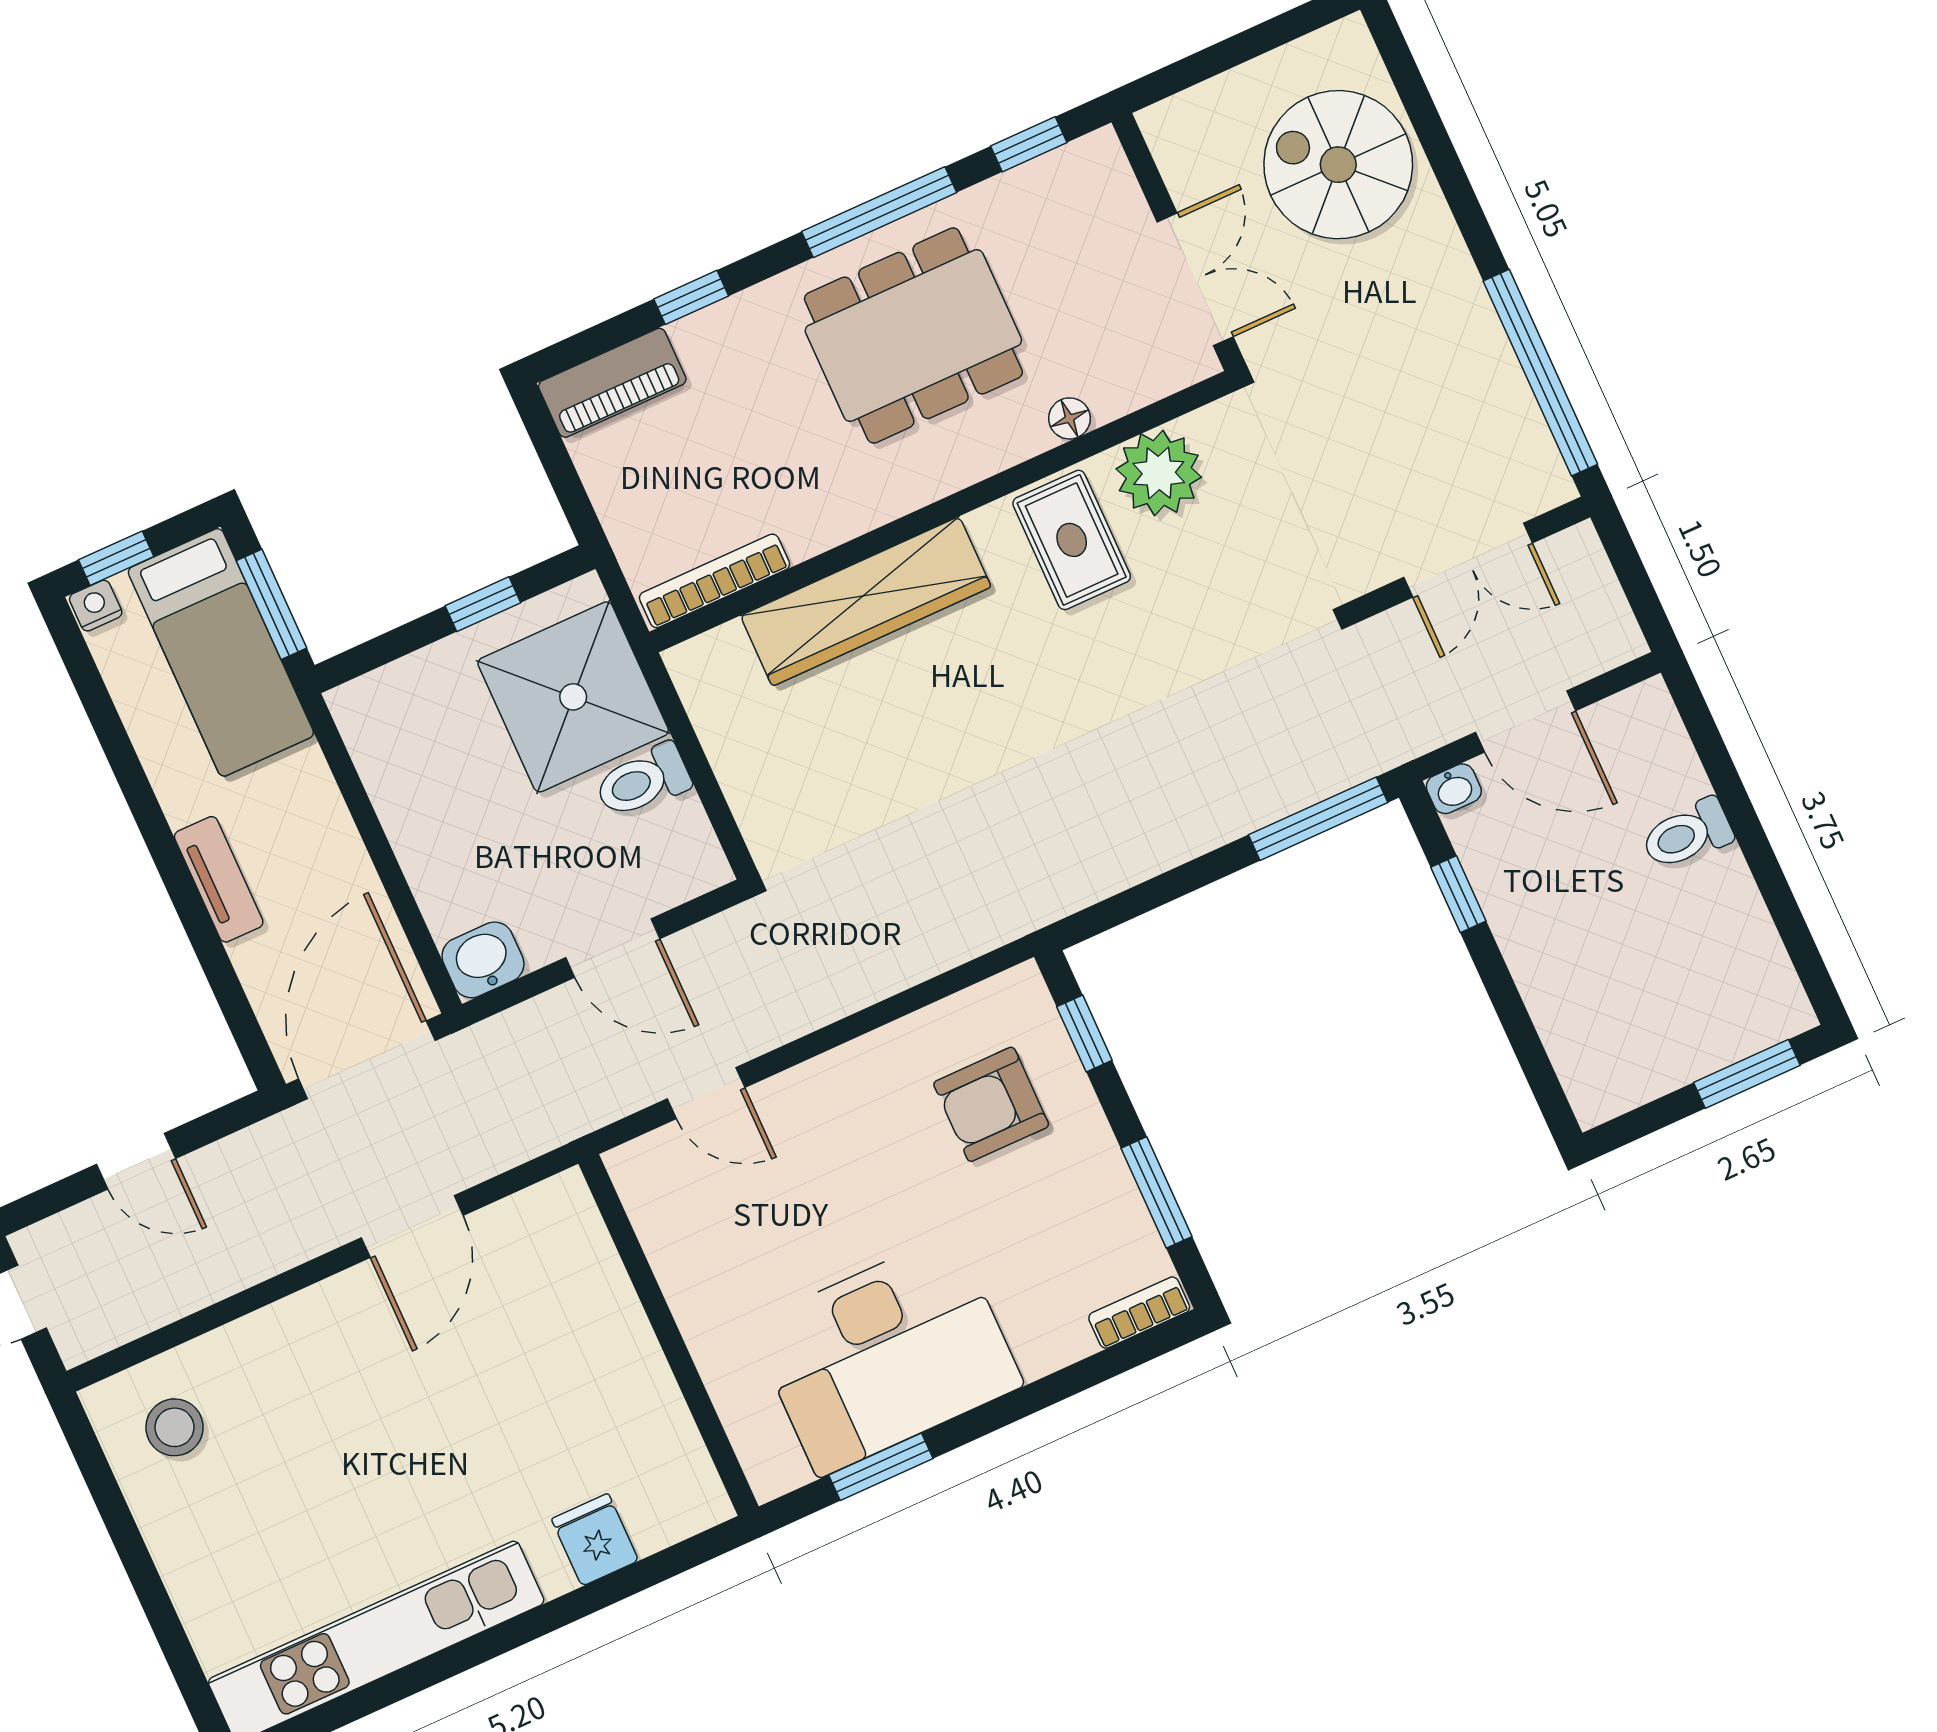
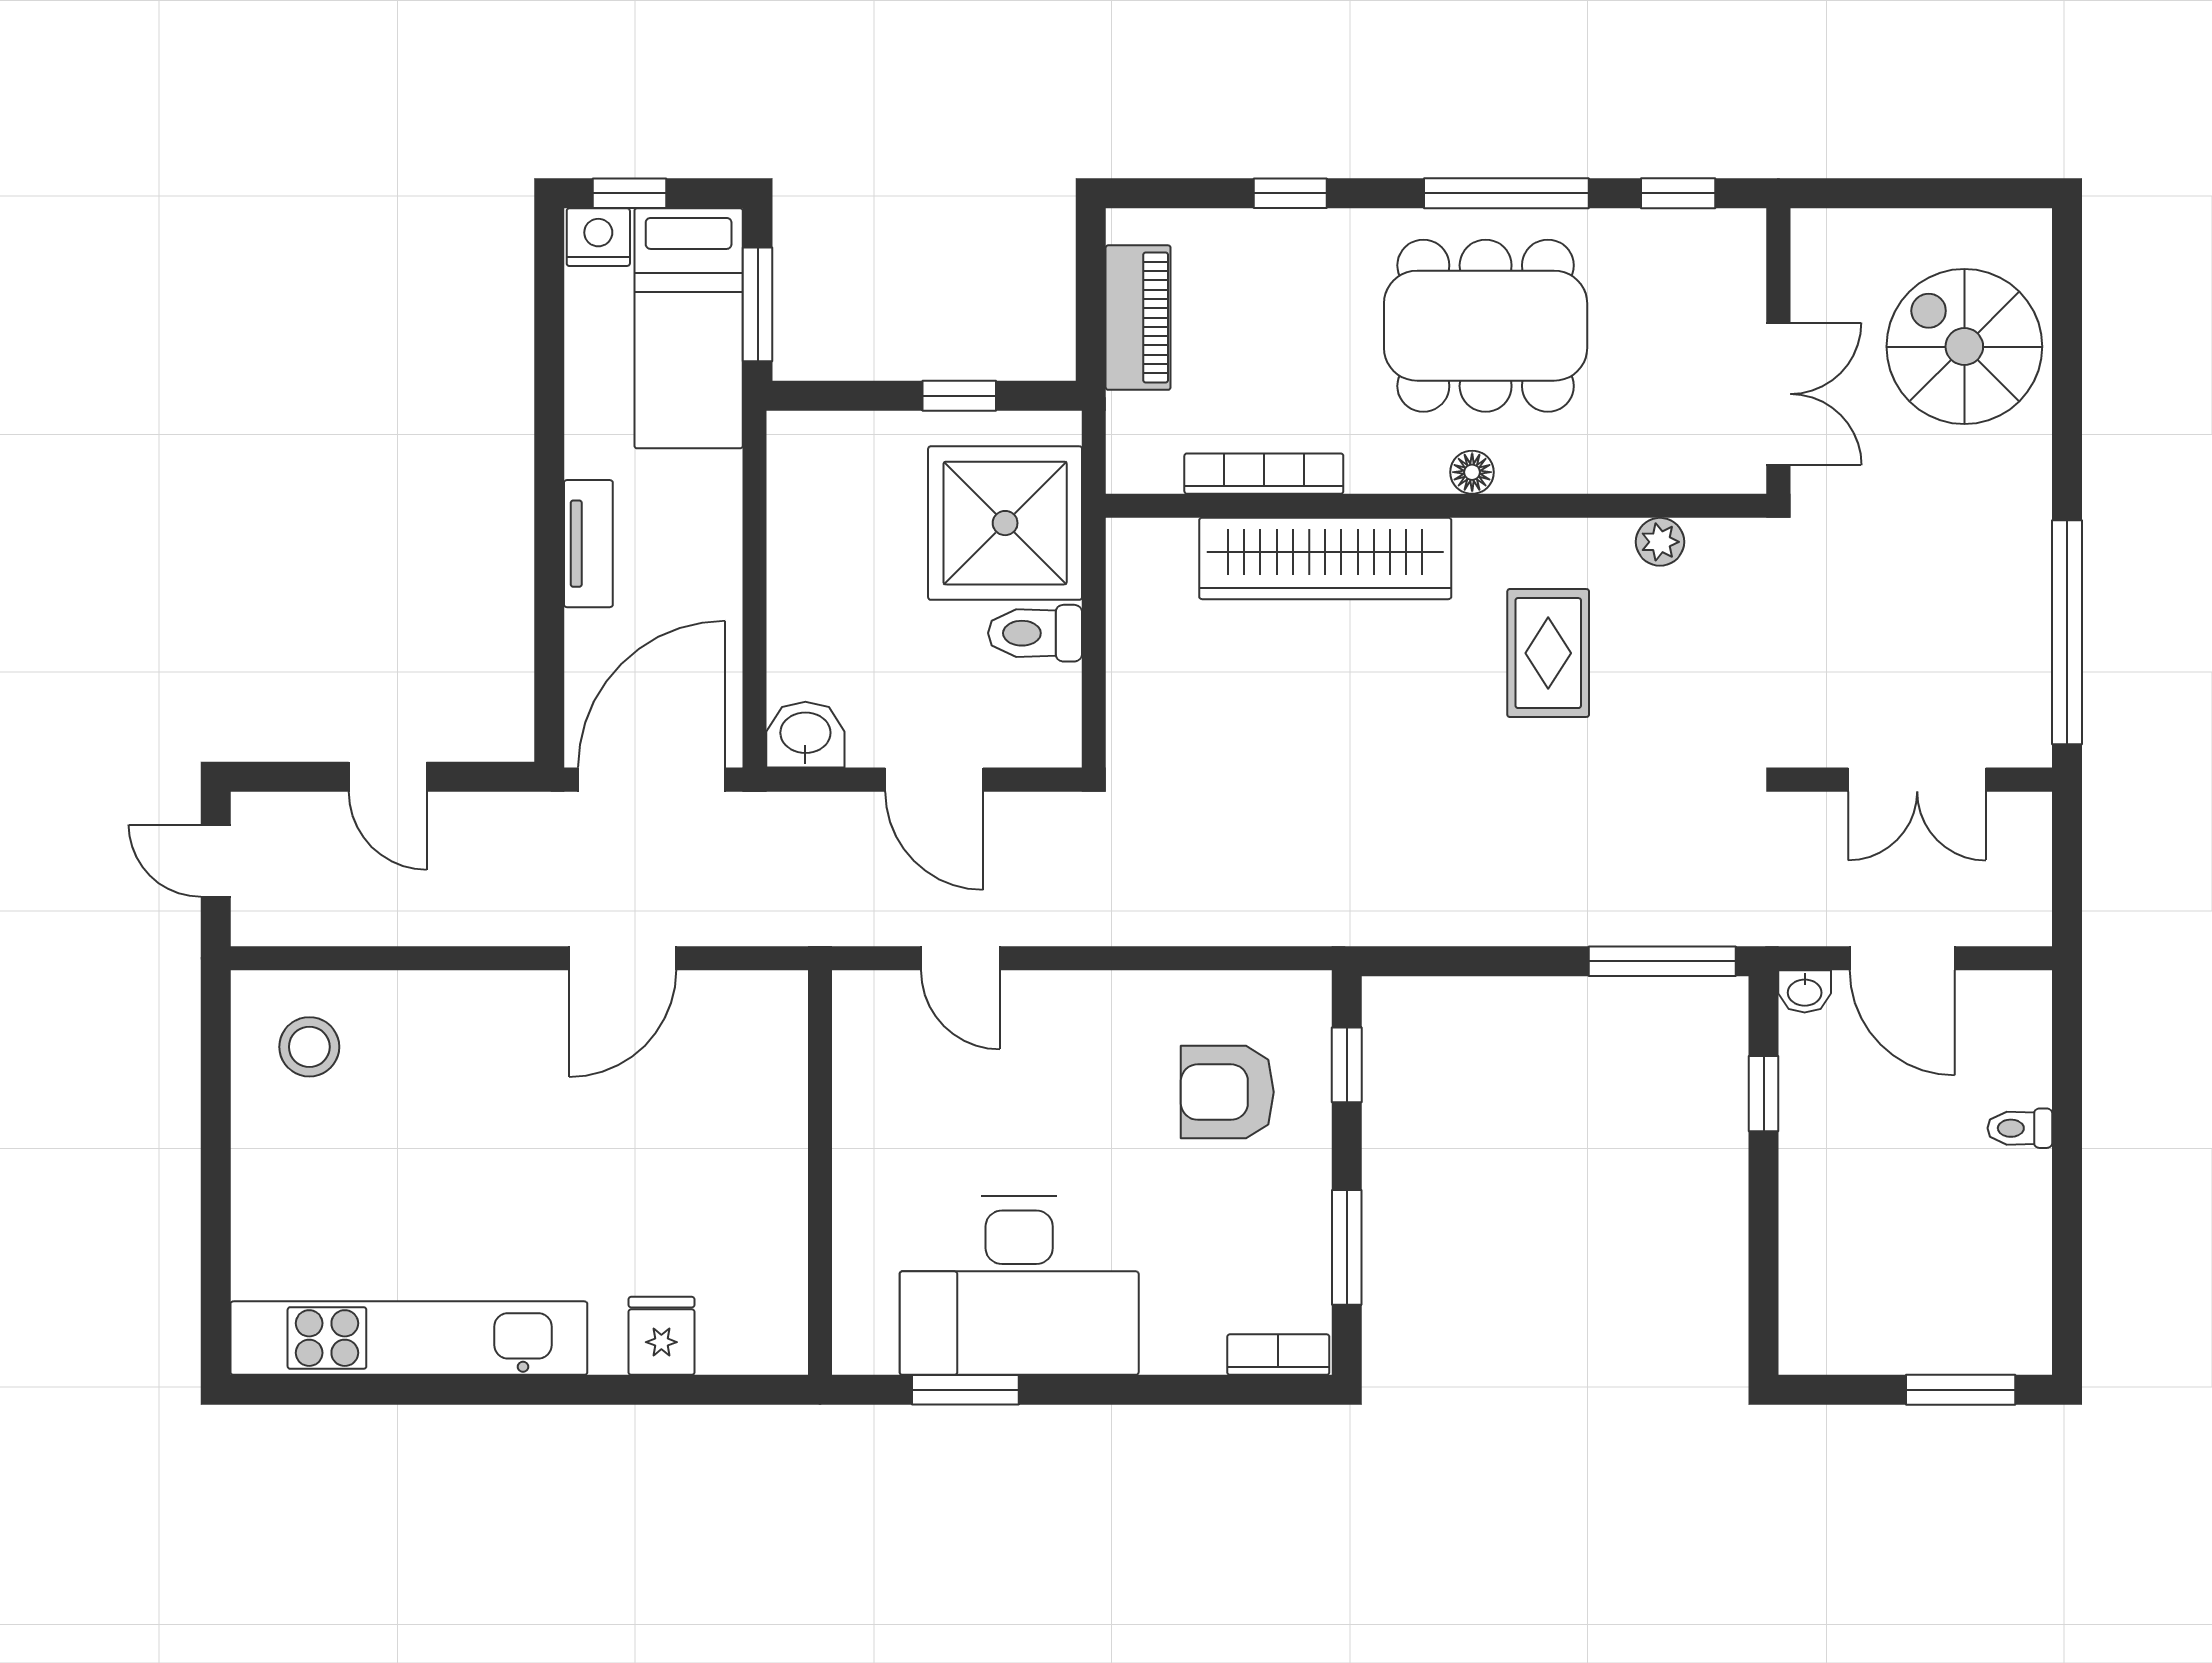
piano: (612, 383) -> (1138, 318), moved, turned -90
floor lamp: (1069, 418) -> (1472, 472), moved
plant: (1159, 473) -> (1660, 542), width x0.53, depth x0.53
rug: (1072, 540) -> (1548, 653), moved
bookcase: (714, 581) -> (1264, 474), moved
nightstand: (96, 606) -> (598, 237), width x1.39, depth x1.35
toilet: (1687, 834) -> (2020, 1128), width x0.73, depth x0.72

